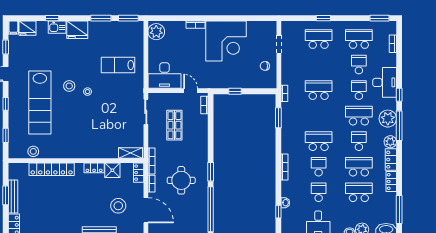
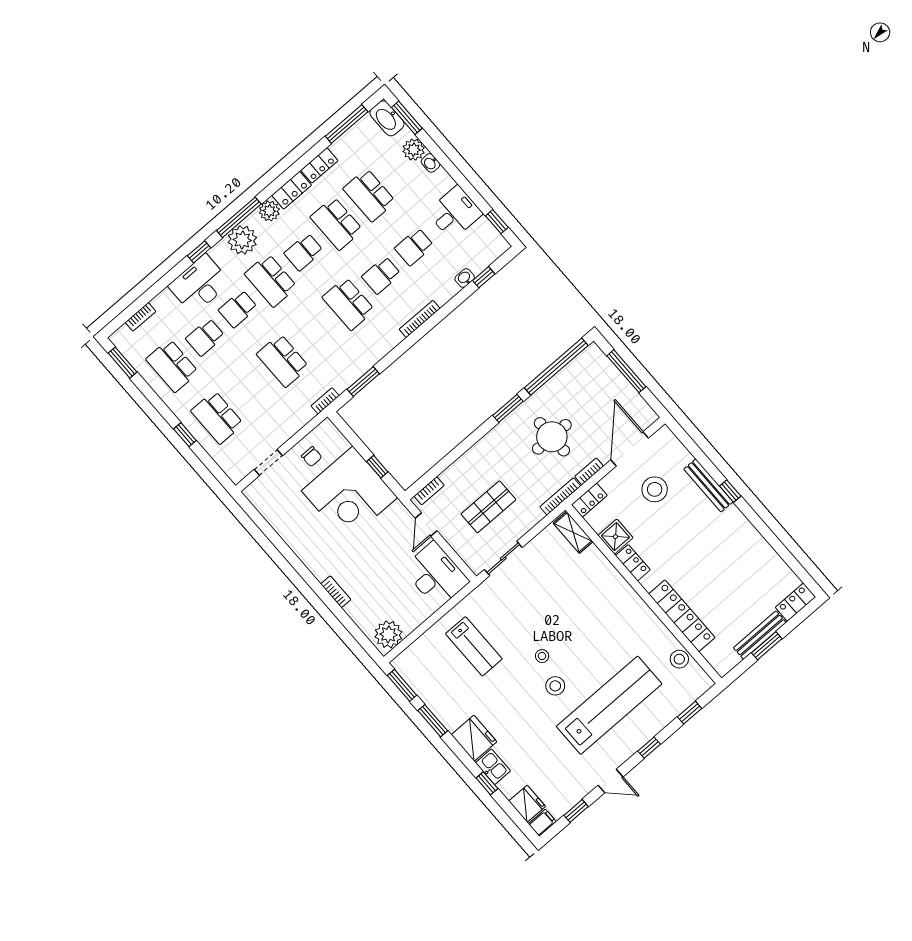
corner desk: (226, 41) -> (349, 494), moved, turned 180

